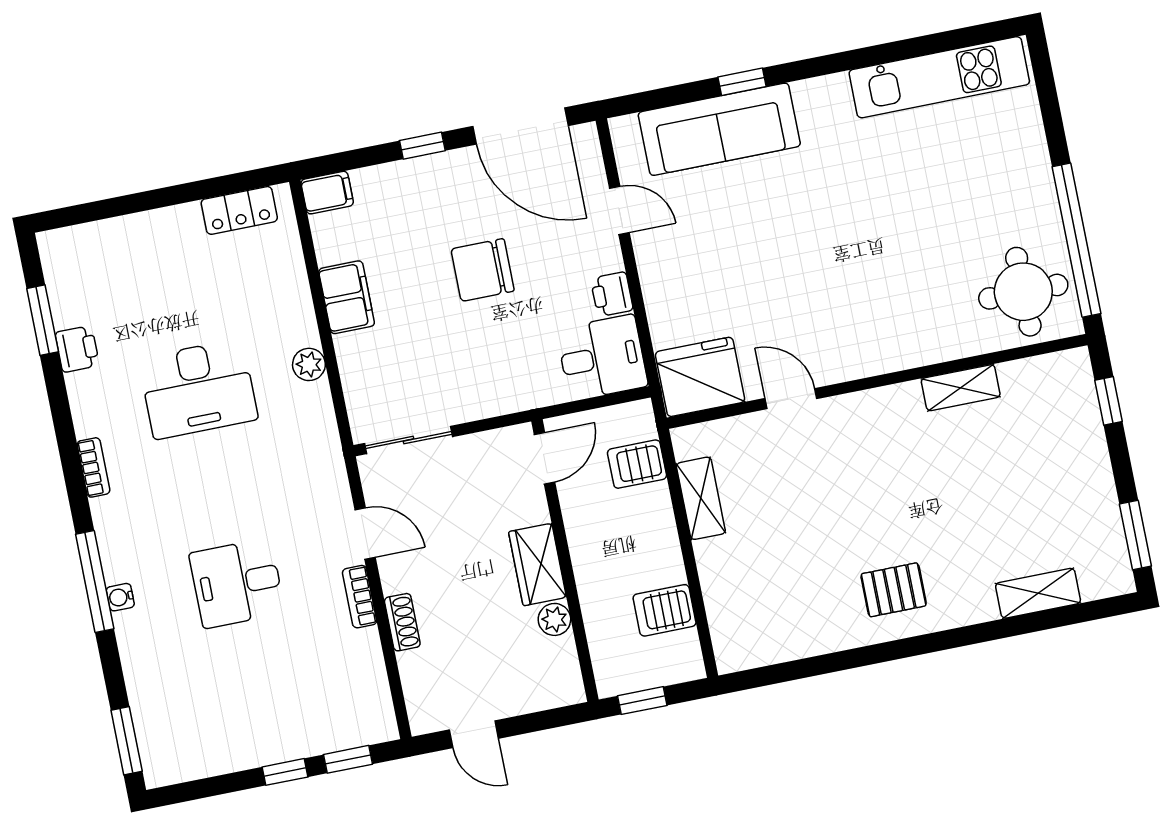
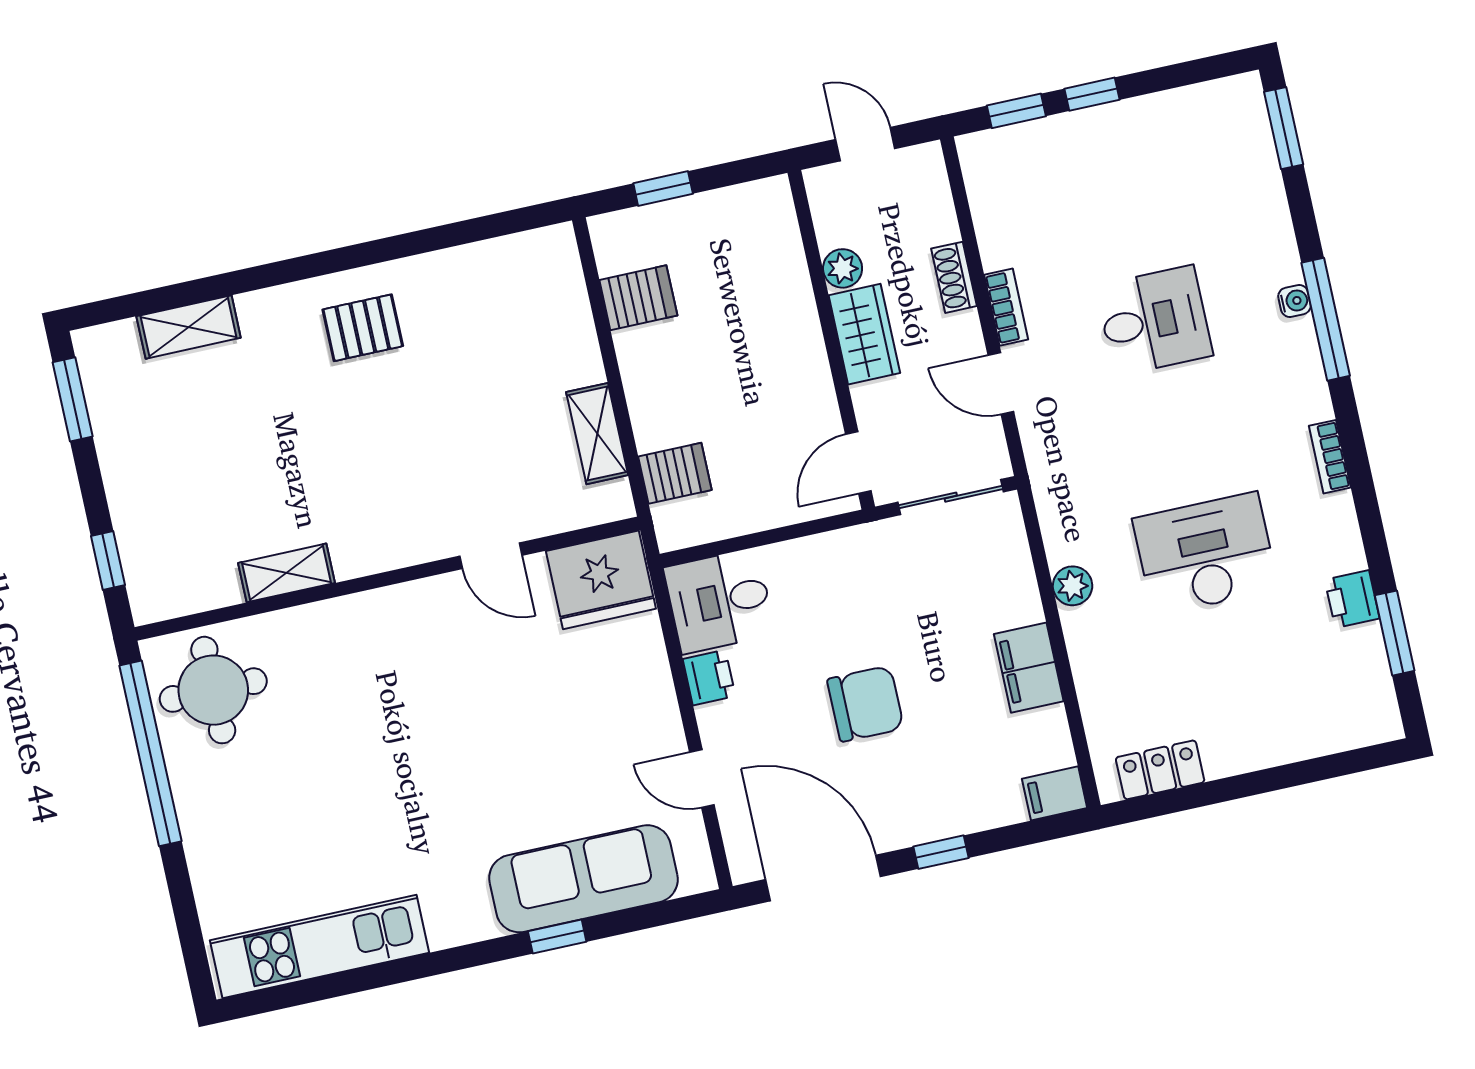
door: (545, 458) -> (858, 463), moved
wall: (565, 560) -> (831, 340), moved
wardrobe: (537, 565) -> (864, 334), moved
plant: (554, 619) -> (843, 268), moved

